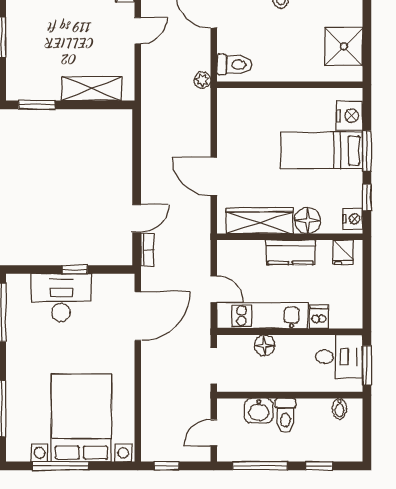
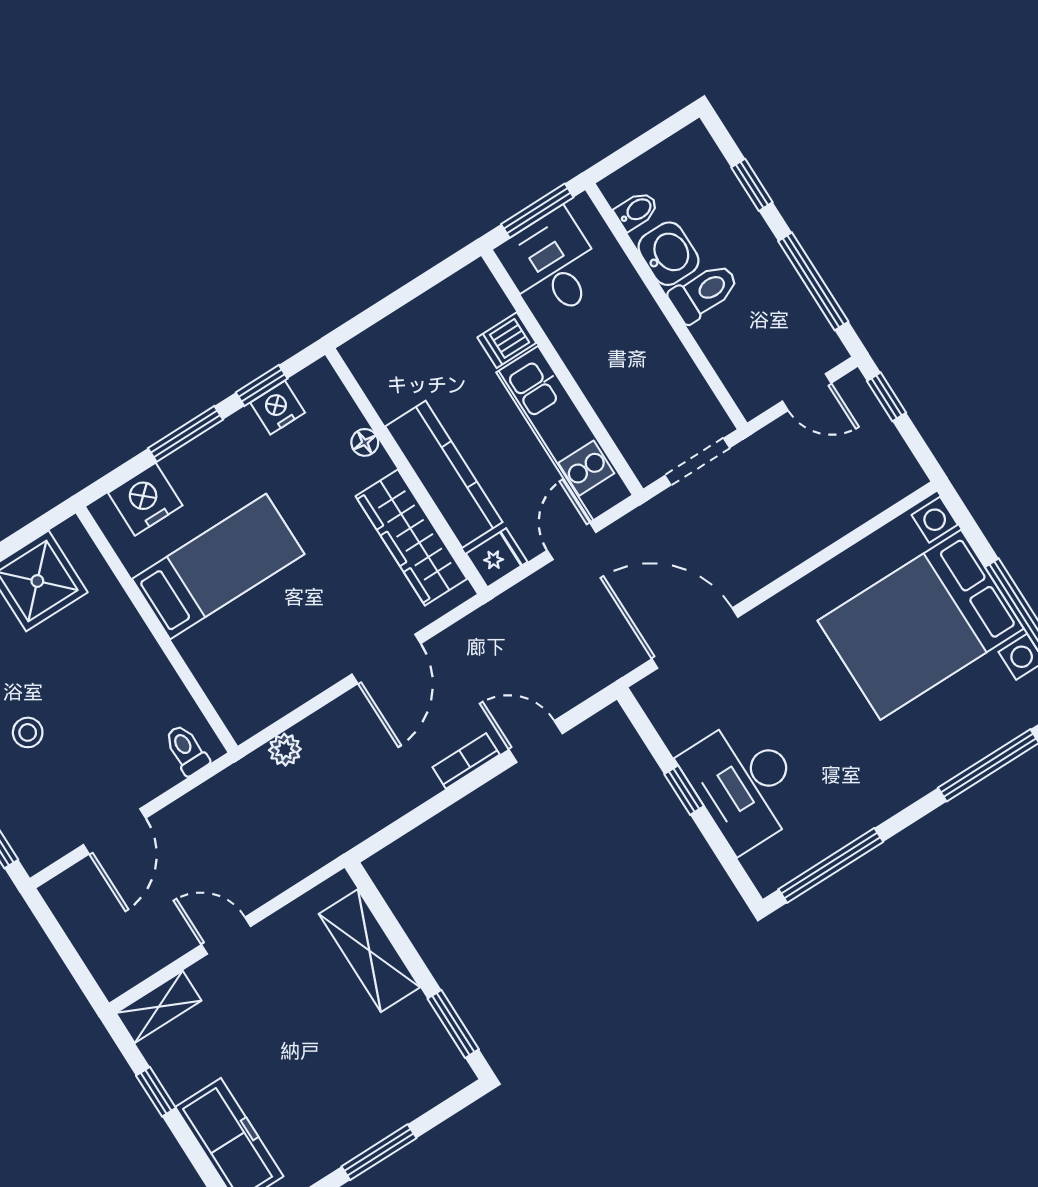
toilet: (234, 65) -> (186, 750), width x0.73, depth x0.72
plant: (202, 80) -> (285, 750), moved
bed: (322, 150) -> (218, 566), moved, turned -90
nightstand: (353, 219) -> (278, 408), moved
floor lamp: (308, 221) -> (365, 442), width x0.53, depth x0.53
bookcase: (147, 250) -> (466, 761), moved
kitchen counter: (290, 252) -> (444, 474), width x1.50
fridge: (343, 252) -> (497, 558), moved
floor lamp: (264, 345) -> (611, 400), removed
washbasin: (259, 411) -> (668, 254), moved
window: (166, 466) -> (887, 397), moved

